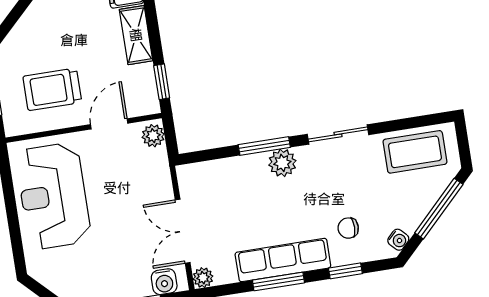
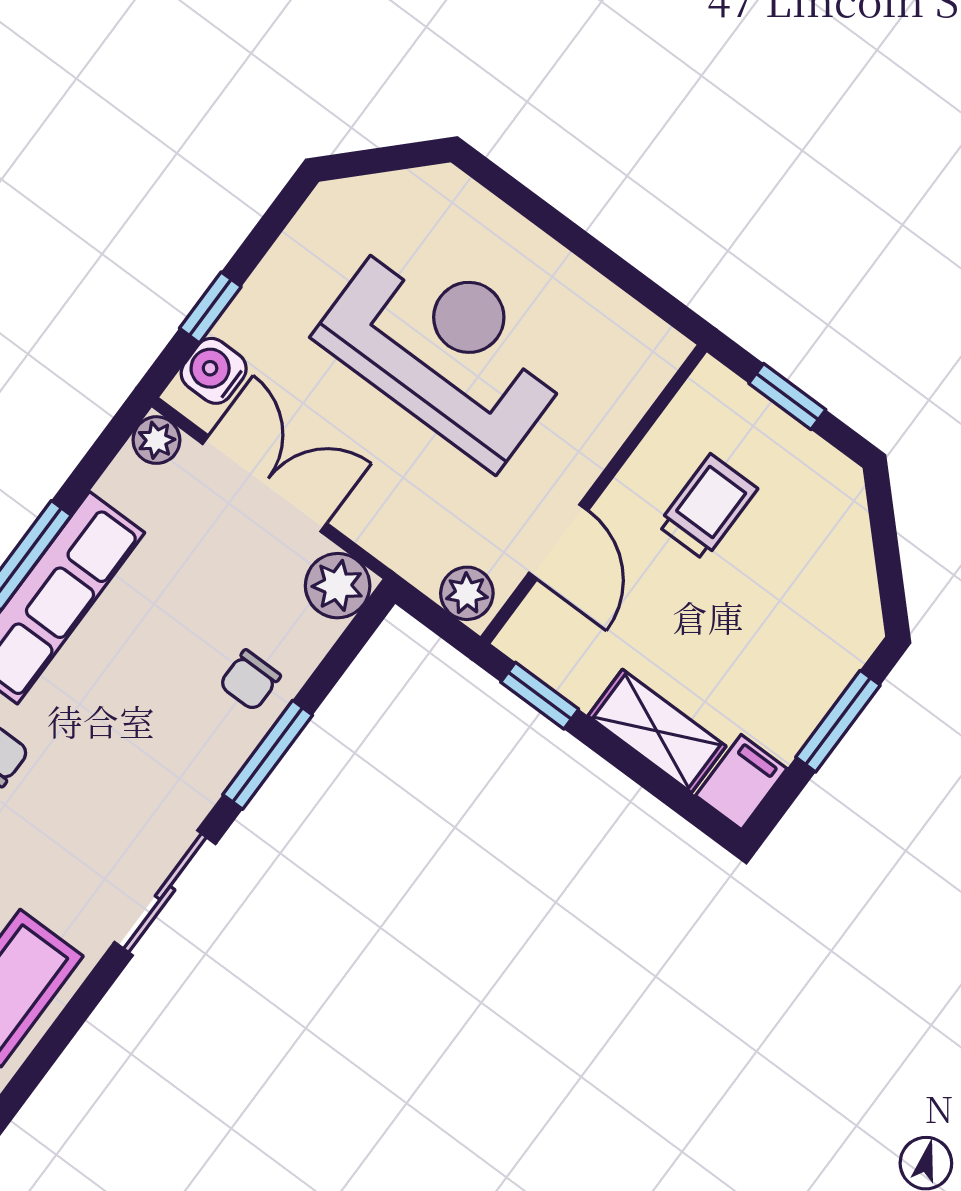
trolley: (52, 89) -> (707, 507), width x0.73, depth x0.72
plant: (282, 163) -> (338, 586), moved
chair: (247, 175) -> (250, 680), added
reception desk: (53, 196) -> (446, 348), moved

